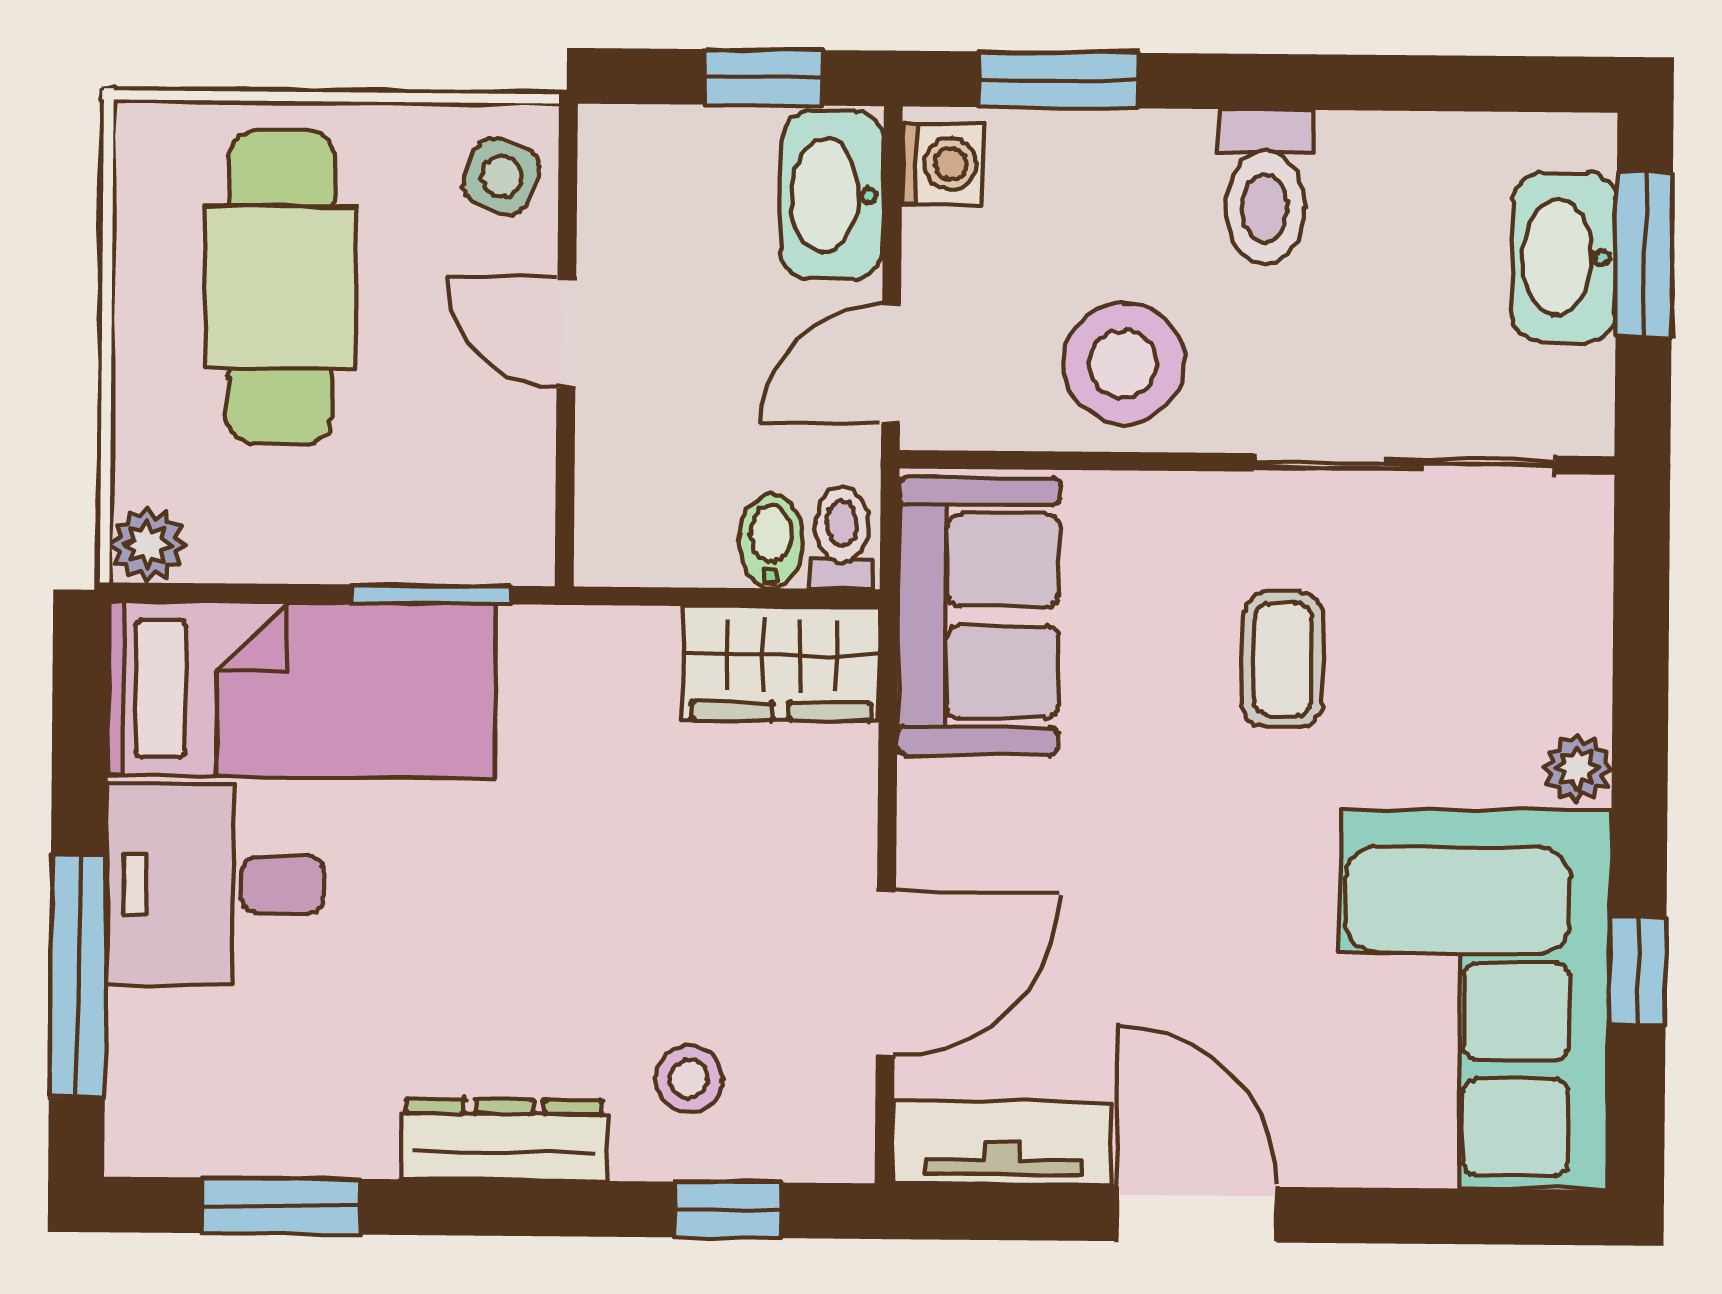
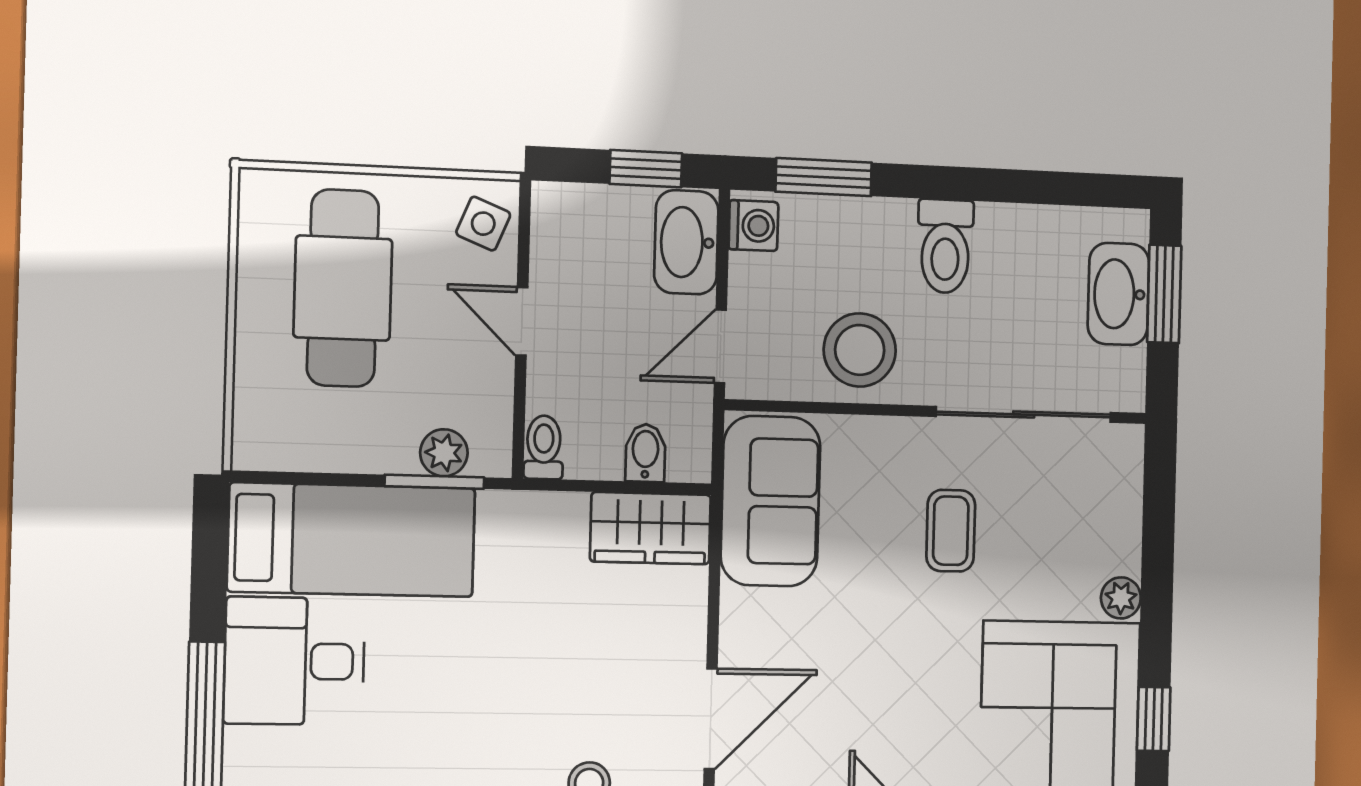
toilet: (842, 538) -> (544, 447), moved
plant: (147, 545) -> (444, 453), moved

